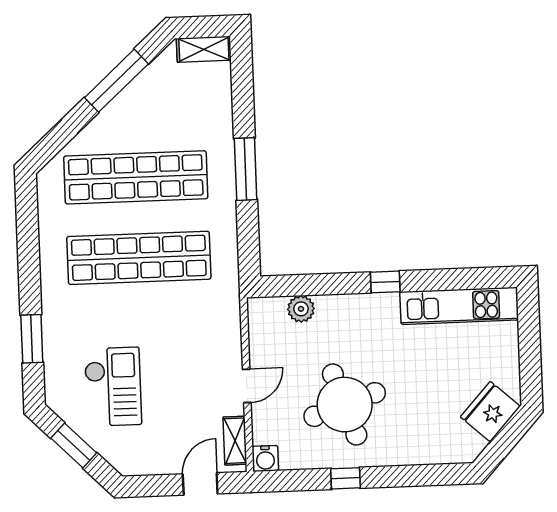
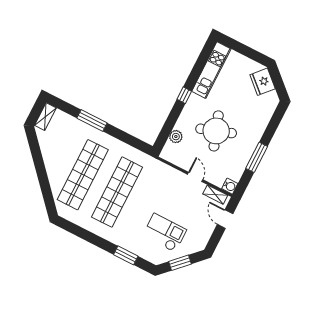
window: (116, 81) -> (38, 160), removed
window: (246, 169) -> (92, 121), moved
round table: (345, 405) -> (216, 131), moved
window: (346, 478) -> (257, 157), width x2.17

